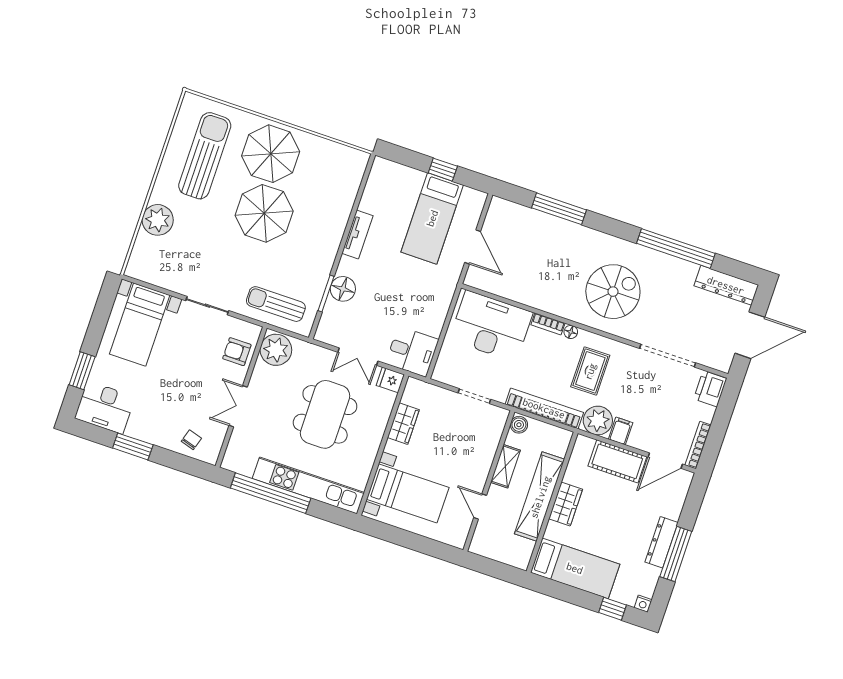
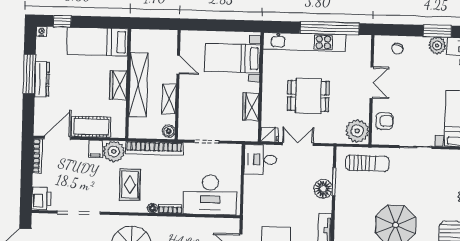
dining table: (325, 414) -> (308, 96), width x0.73
plant: (139, 428) -> (437, 45), added

